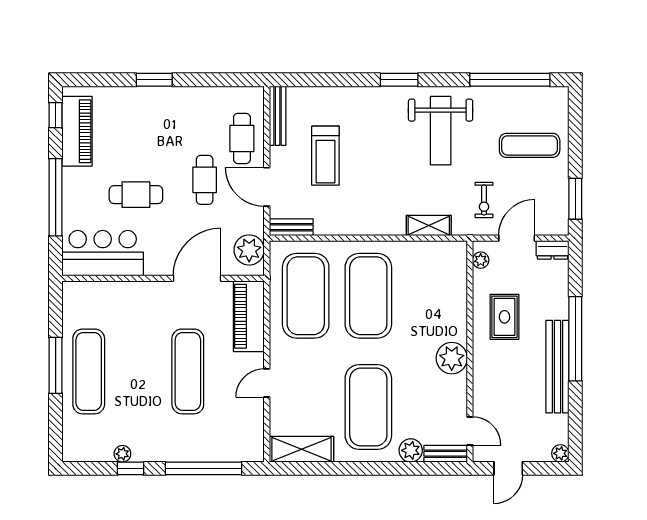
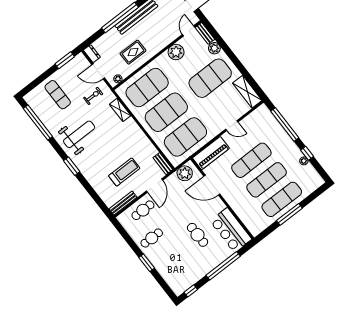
piano: (77, 131) -> (191, 277), removed
cafe table: (205, 180) -> (152, 238), moved
exercise mat: (431, 296) -> (147, 88), added
plant: (452, 358) -> (176, 52), moved
exercise mat: (138, 371) -> (267, 180), added

